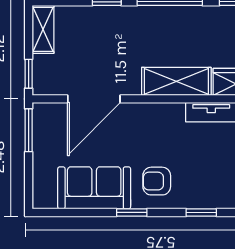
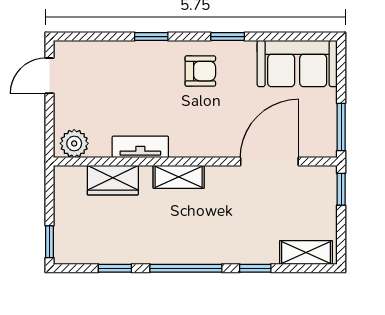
shelving: (43, 29) -> (306, 252), moved, turned 90
shelving: (176, 81) -> (179, 177), width x0.67, depth x0.75
sofa: (94, 188) -> (297, 64), moved

